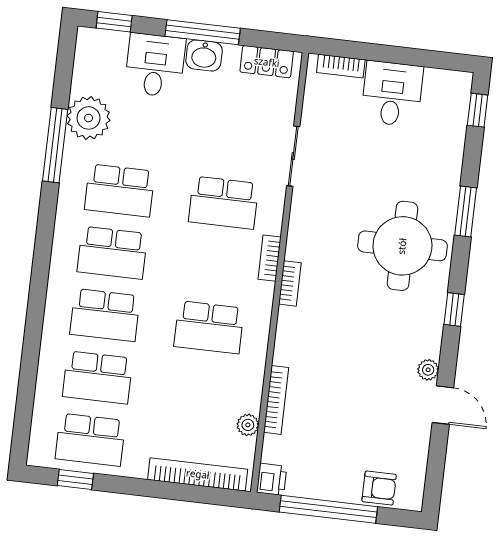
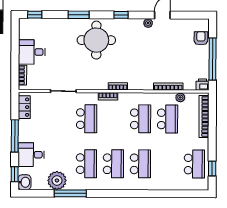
washbasin: (204, 56) -> (24, 182), moved
school desk: (98, 377) -> (168, 119), moved

